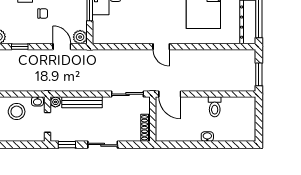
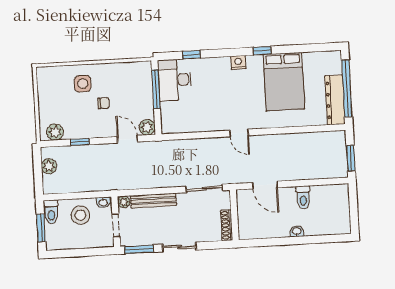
door: (170, 94) -> (265, 185), moved
window: (67, 145) -> (139, 249), width x1.50

